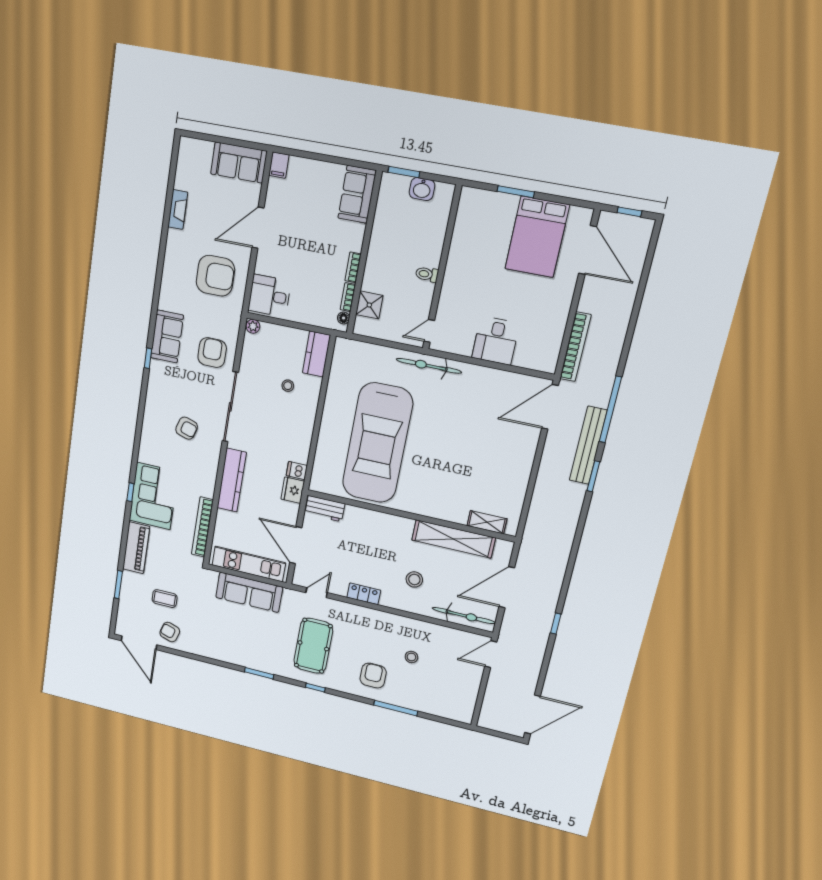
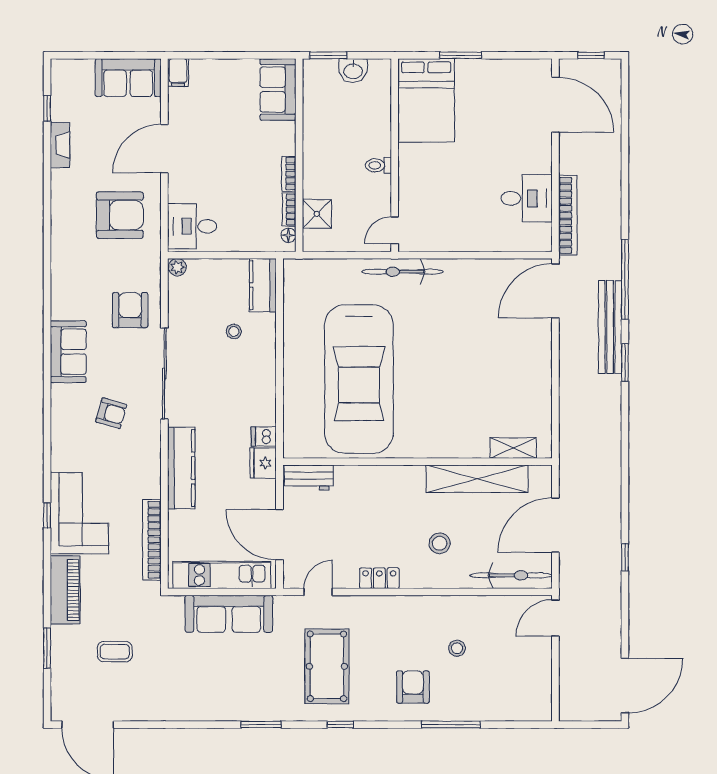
bed: (537, 237) -> (426, 100), moved
sofa: (167, 337) -> (68, 352), moved
desk: (496, 341) -> (527, 198), moved, turned -90
window: (148, 358) -> (47, 108), moved
armchair: (170, 632) -> (129, 698), removed

